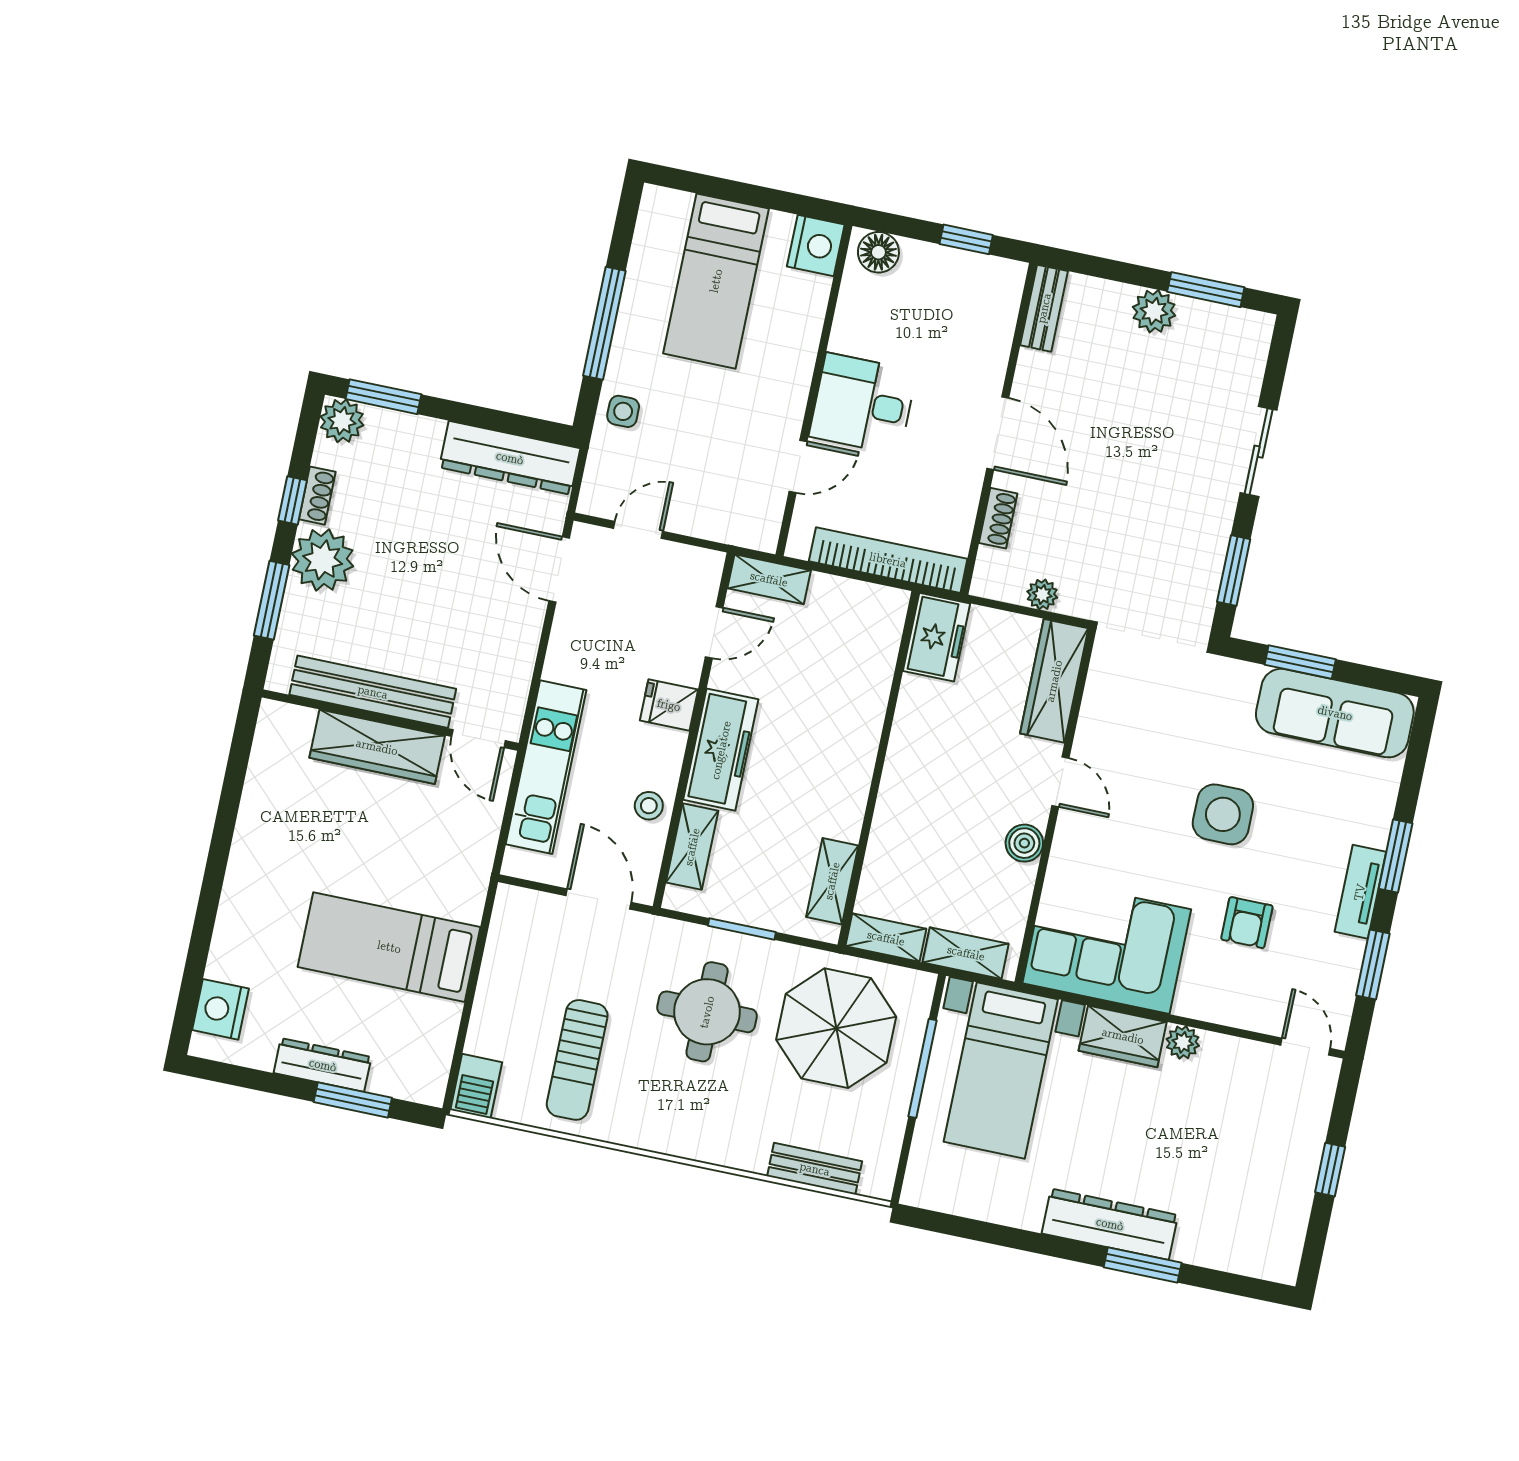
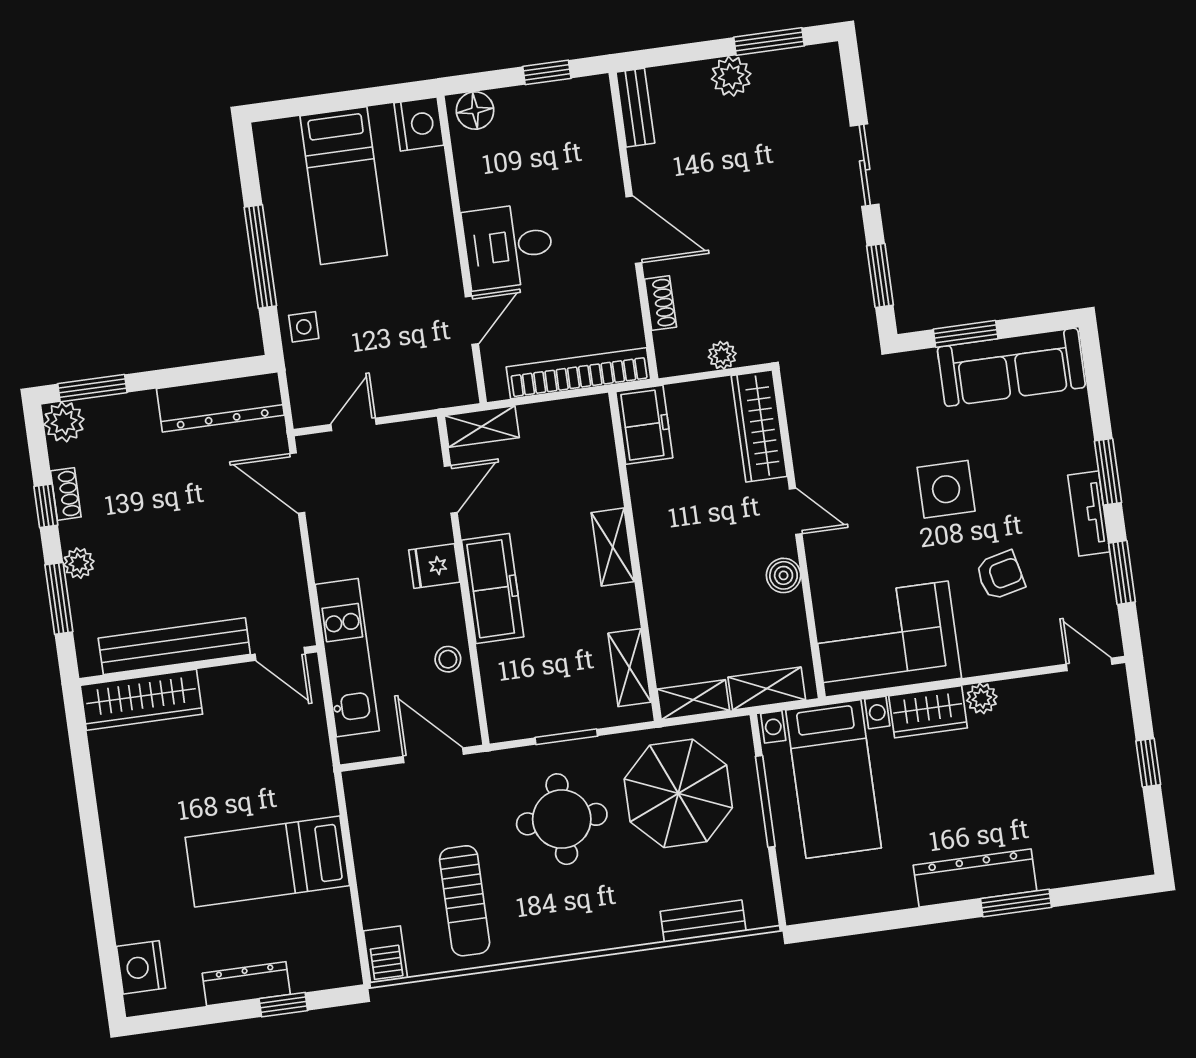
plant: (323, 560) -> (79, 563), width x0.53, depth x0.53
wardrobe: (377, 747) -> (141, 700), moved
shelving: (692, 847) -> (613, 547), moved
armchair: (1247, 923) -> (1000, 575), turned -103
window: (353, 1100) -> (283, 1005), width x0.67

